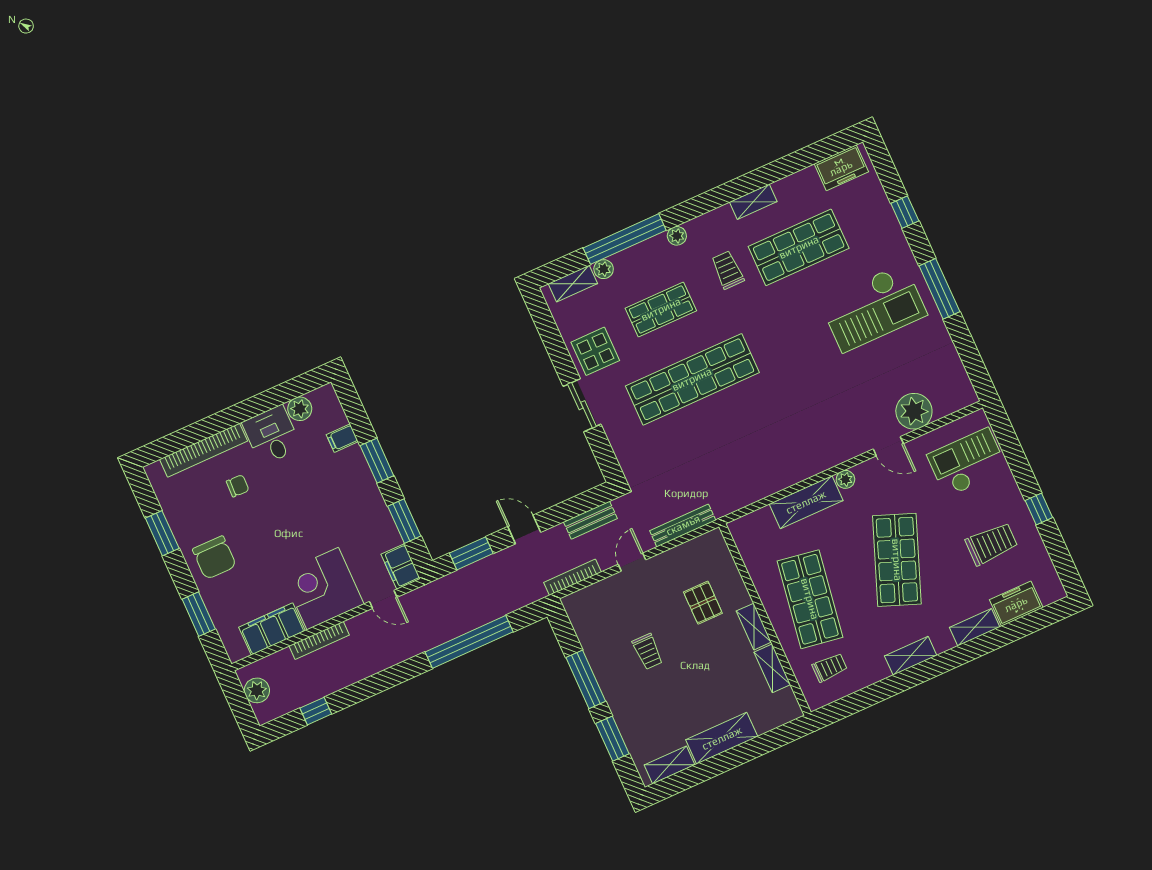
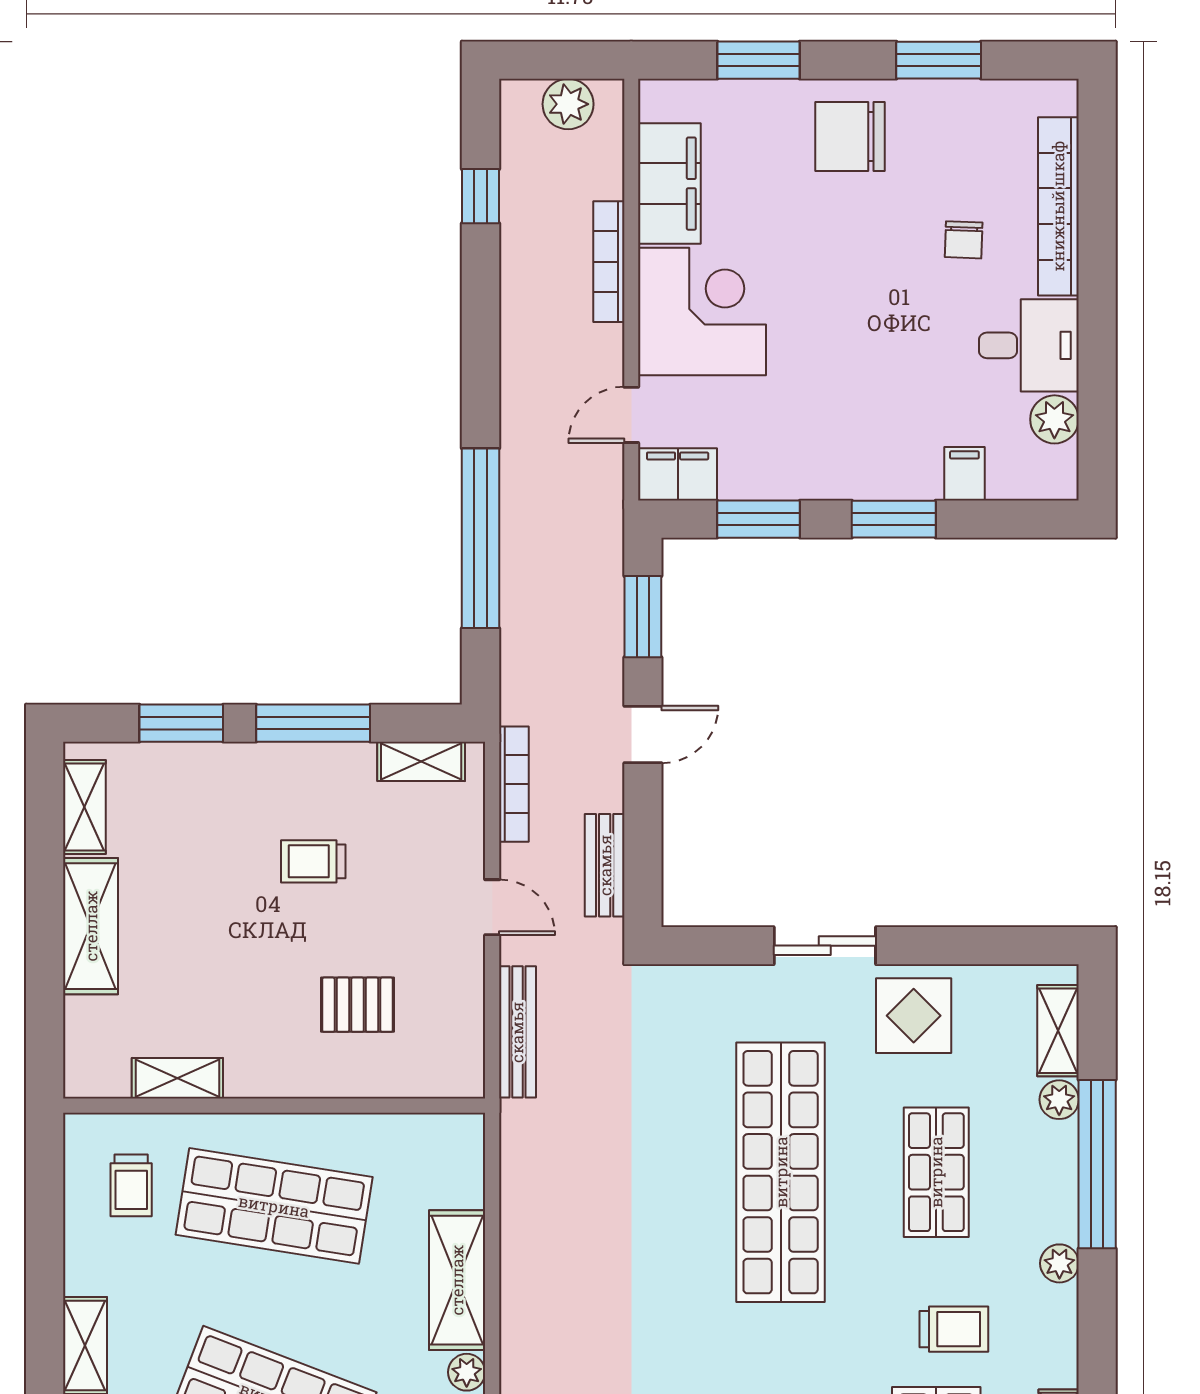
shelving: (754, 627) -> (421, 761), moved

